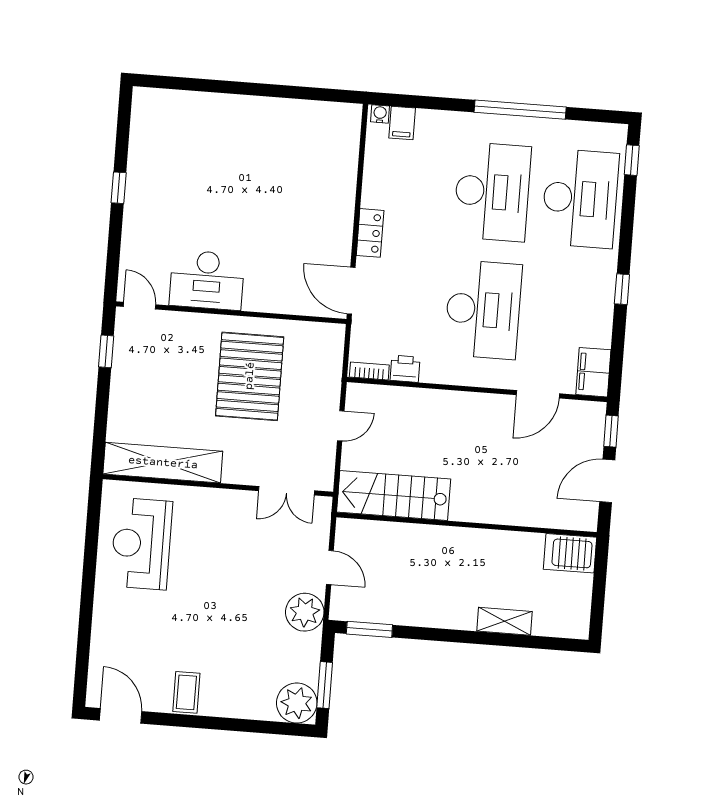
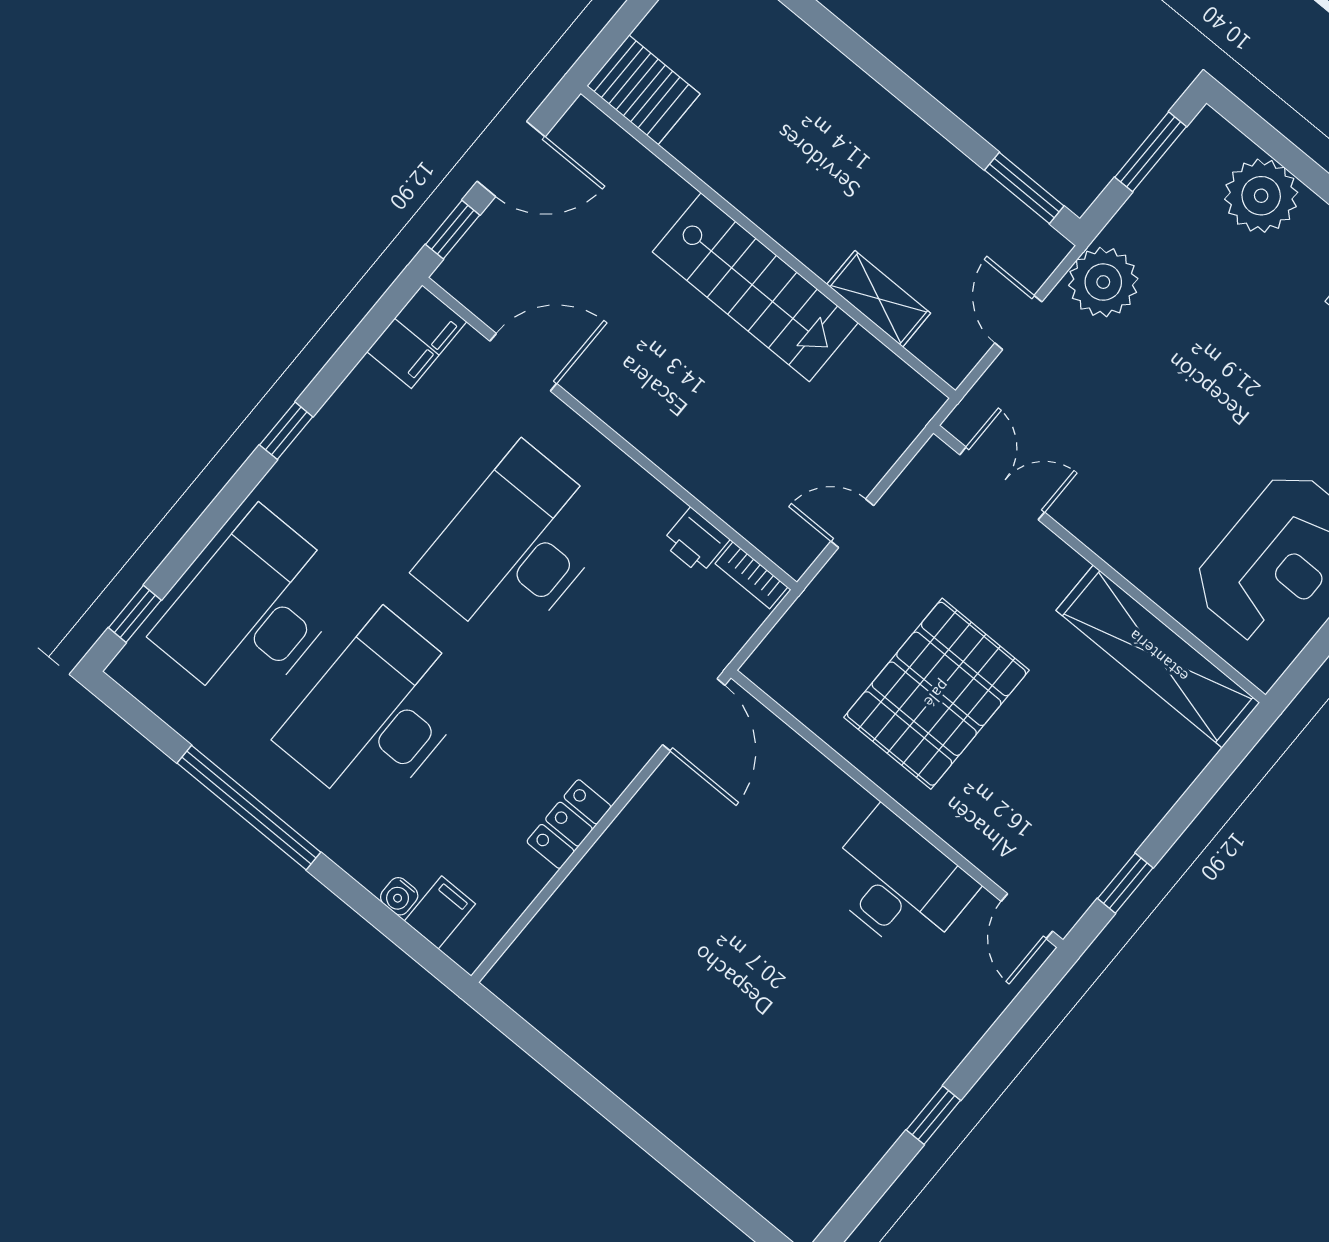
water cooler: (380, 114) -> (399, 896), moved
locker: (370, 233) -> (569, 824), moved
stairs: (394, 496) -> (755, 287), moved
shelving: (504, 621) -> (879, 299), moved
plant: (297, 703) -> (1261, 196), moved

